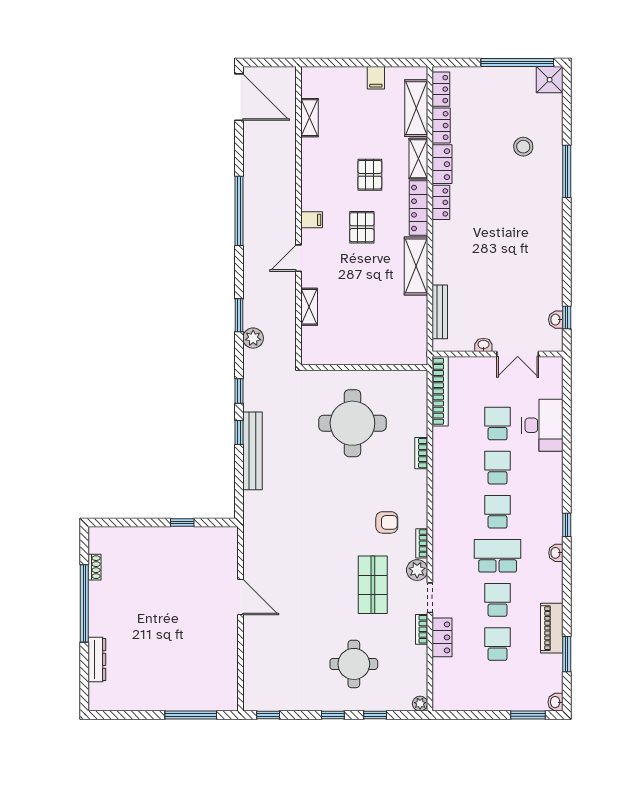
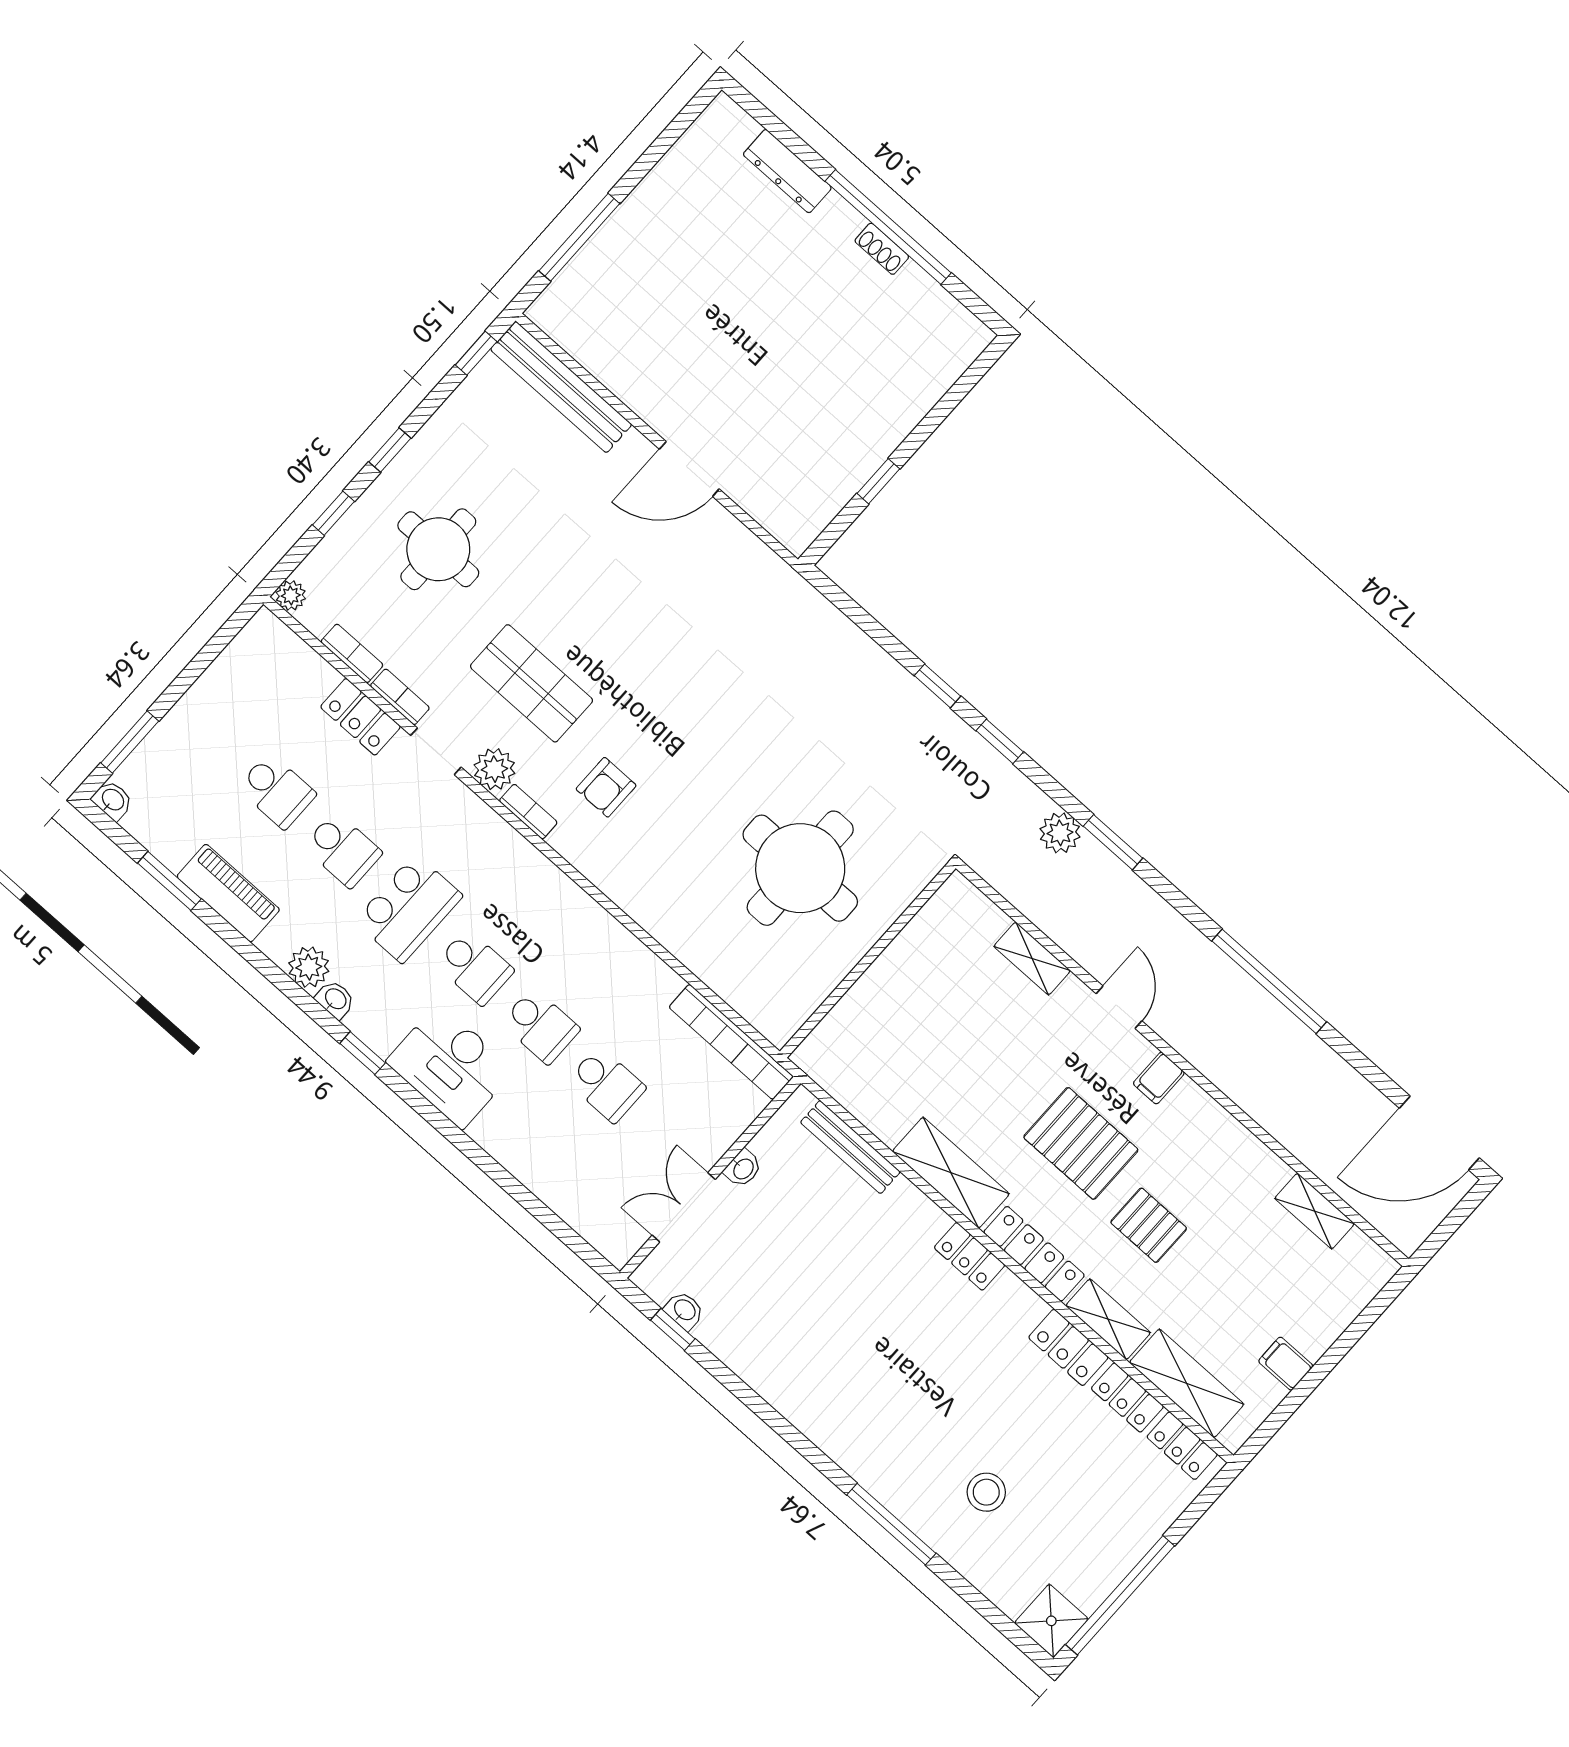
locker: (441, 202) -> (970, 1256), moved
pallet: (362, 227) -> (1081, 1143), width x1.50, depth x1.42
desk: (542, 425) -> (450, 1066), moved
bench: (253, 451) -> (561, 387), moved
bookcase: (421, 453) -> (352, 653), moved
shoe rack: (95, 567) -> (882, 249), moved
plant: (553, 573) -> (309, 967), added

